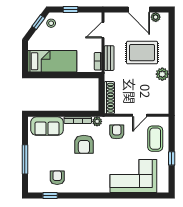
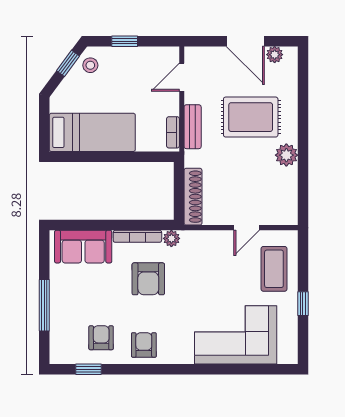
armchair: (117, 132) -> (144, 345), moved

